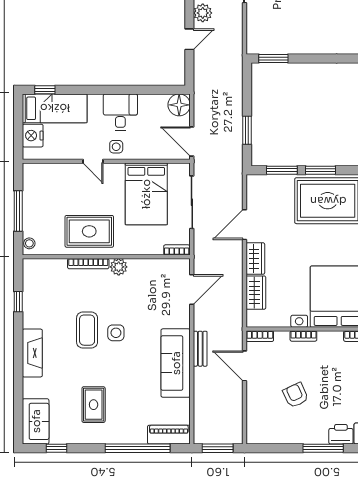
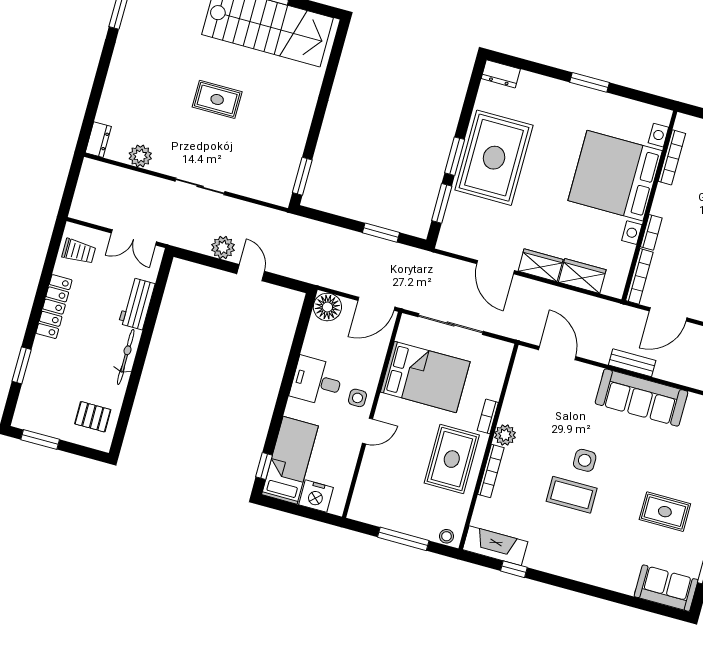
bookcase: (177, 250) -> (488, 416), moved
bookcase: (260, 336) -> (639, 276), width x1.56
fireplace: (32, 353) -> (495, 546), moved

